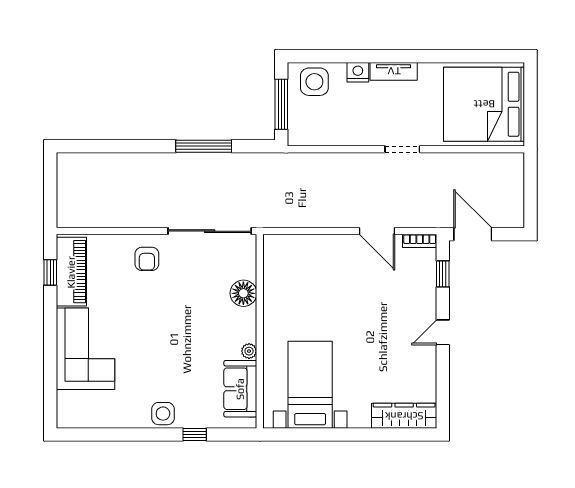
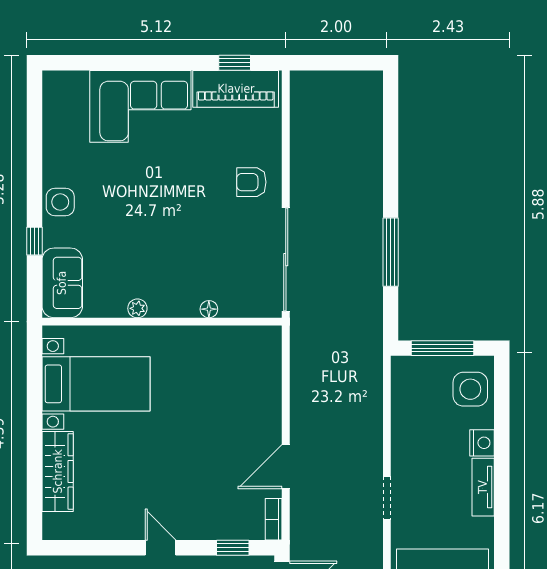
floor lamp: (243, 293) -> (209, 309), width x0.53, depth x0.53
sofa: (240, 389) -> (62, 283), moved, turned 90
wardrobe: (404, 416) -> (58, 471), moved

